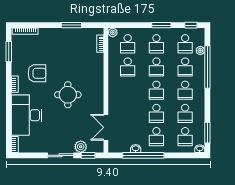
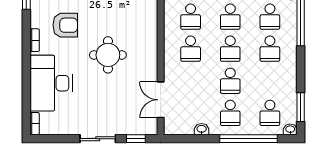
school desk: (185, 113) -> (191, 49), moved
plant: (81, 147) -> (126, 127), removed
window: (143, 155) -> (248, 139), moved

